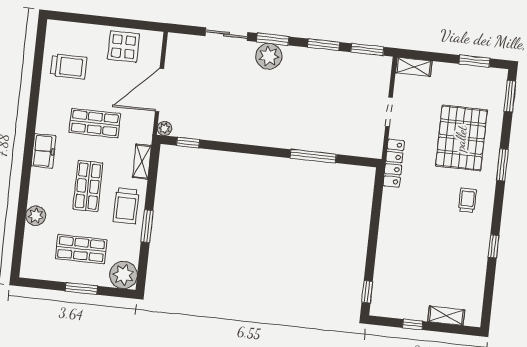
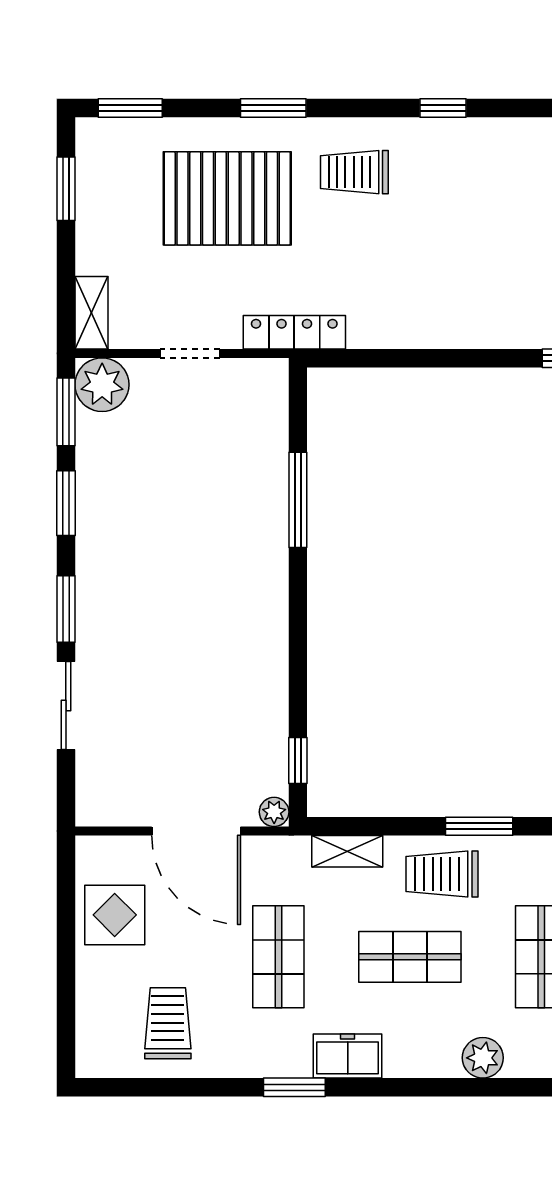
plant: (269, 56) -> (102, 385), moved
window: (31, 124) -> (294, 1087), added
trolley: (467, 200) -> (354, 172), width x1.36, depth x1.39
trolley: (126, 206) -> (442, 874), turned 180

